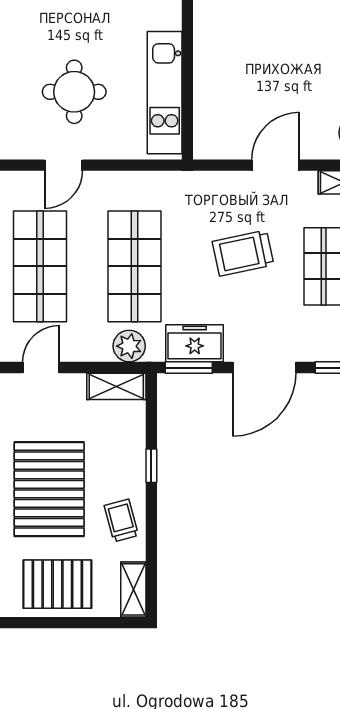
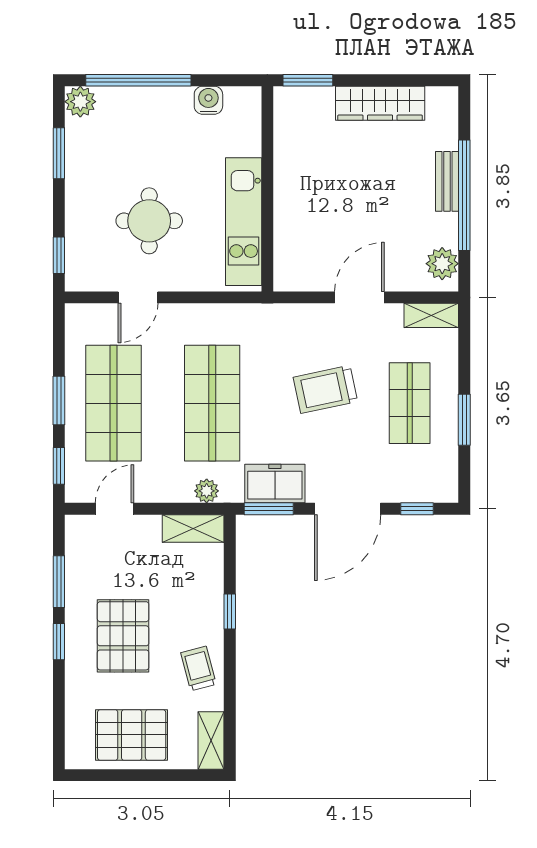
plant: (129, 346) -> (207, 491), width x0.73, depth x0.73
pallet: (49, 489) -> (123, 636), width x0.73, depth x0.71

